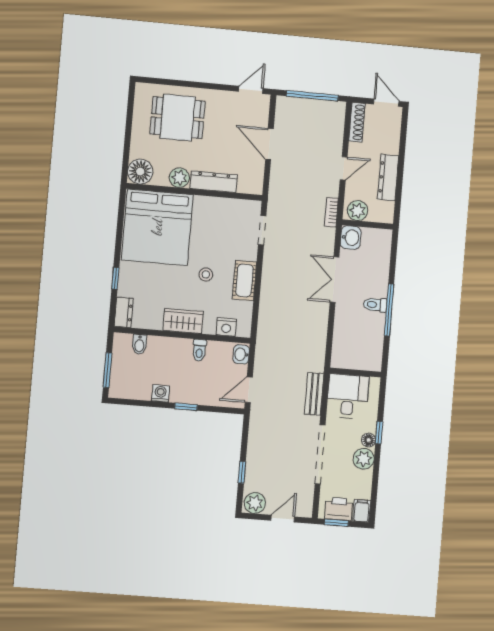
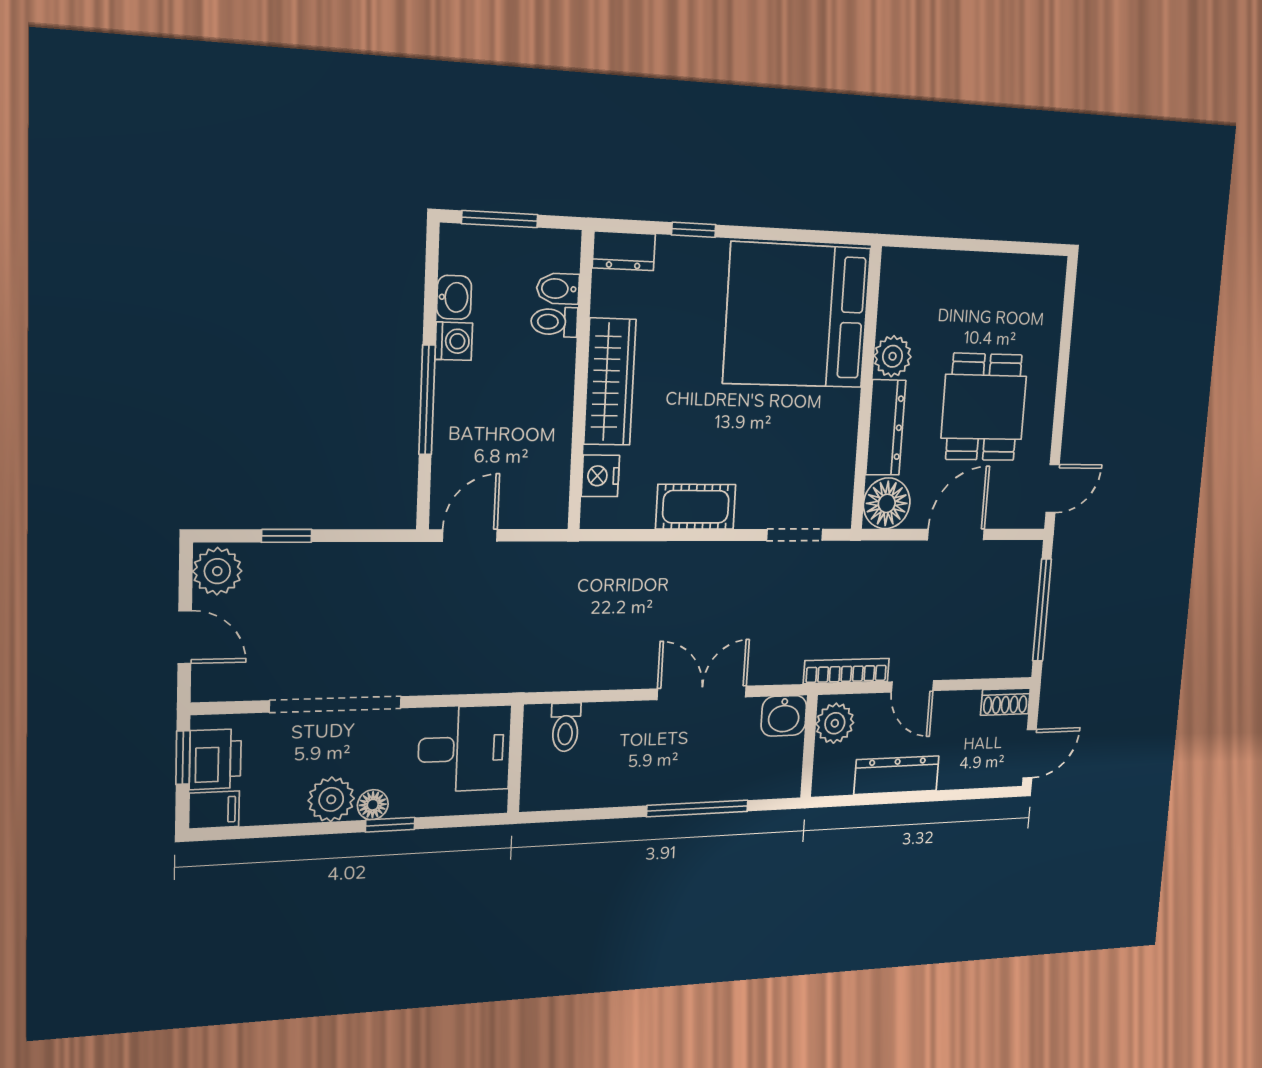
door: (251, 90) -> (1053, 489), hinge flipped
dining table: (178, 118) -> (984, 407), moved
shoe rack: (357, 122) -> (1006, 702), width x0.70
floor lamp: (140, 172) -> (887, 503), moved
bookcase: (331, 212) -> (846, 671), width x1.56
stool: (206, 274) -> (706, 424), removed
toilet: (375, 305) -> (565, 727), moved, turned 180
window: (389, 310) -> (698, 808), moved
wardrobe: (183, 321) -> (610, 382), width x1.50
toilet: (199, 350) -> (554, 322), moved
washbasin: (241, 354) -> (454, 297), moved, turned 90
door: (249, 390) -> (470, 535), hinge flipped
bench: (314, 394) -> (467, 677), removed
window: (186, 407) -> (427, 400), width x2.17

